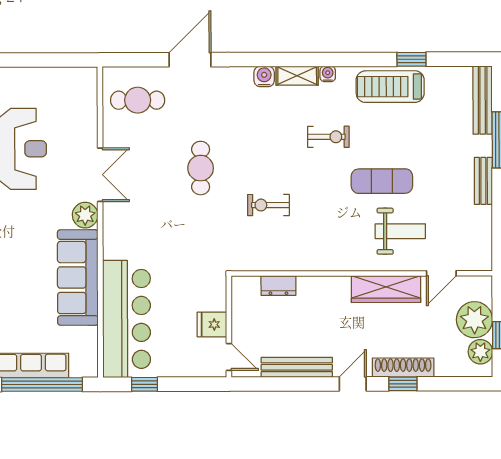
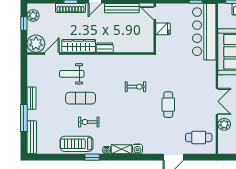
window: (411, 59) -> (92, 157), moved
treadmill: (390, 87) -> (76, 144), turned 180
exercise bike: (328, 137) -> (89, 122), moved
double door: (100, 175) -> (217, 101), swing flipped
plant: (85, 215) -> (224, 124), moved
dresser: (278, 286) -> (105, 48), moved
plant: (474, 320) -> (36, 44), moved

